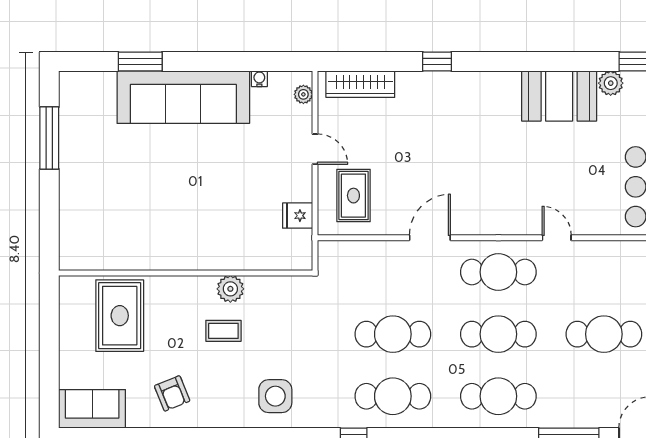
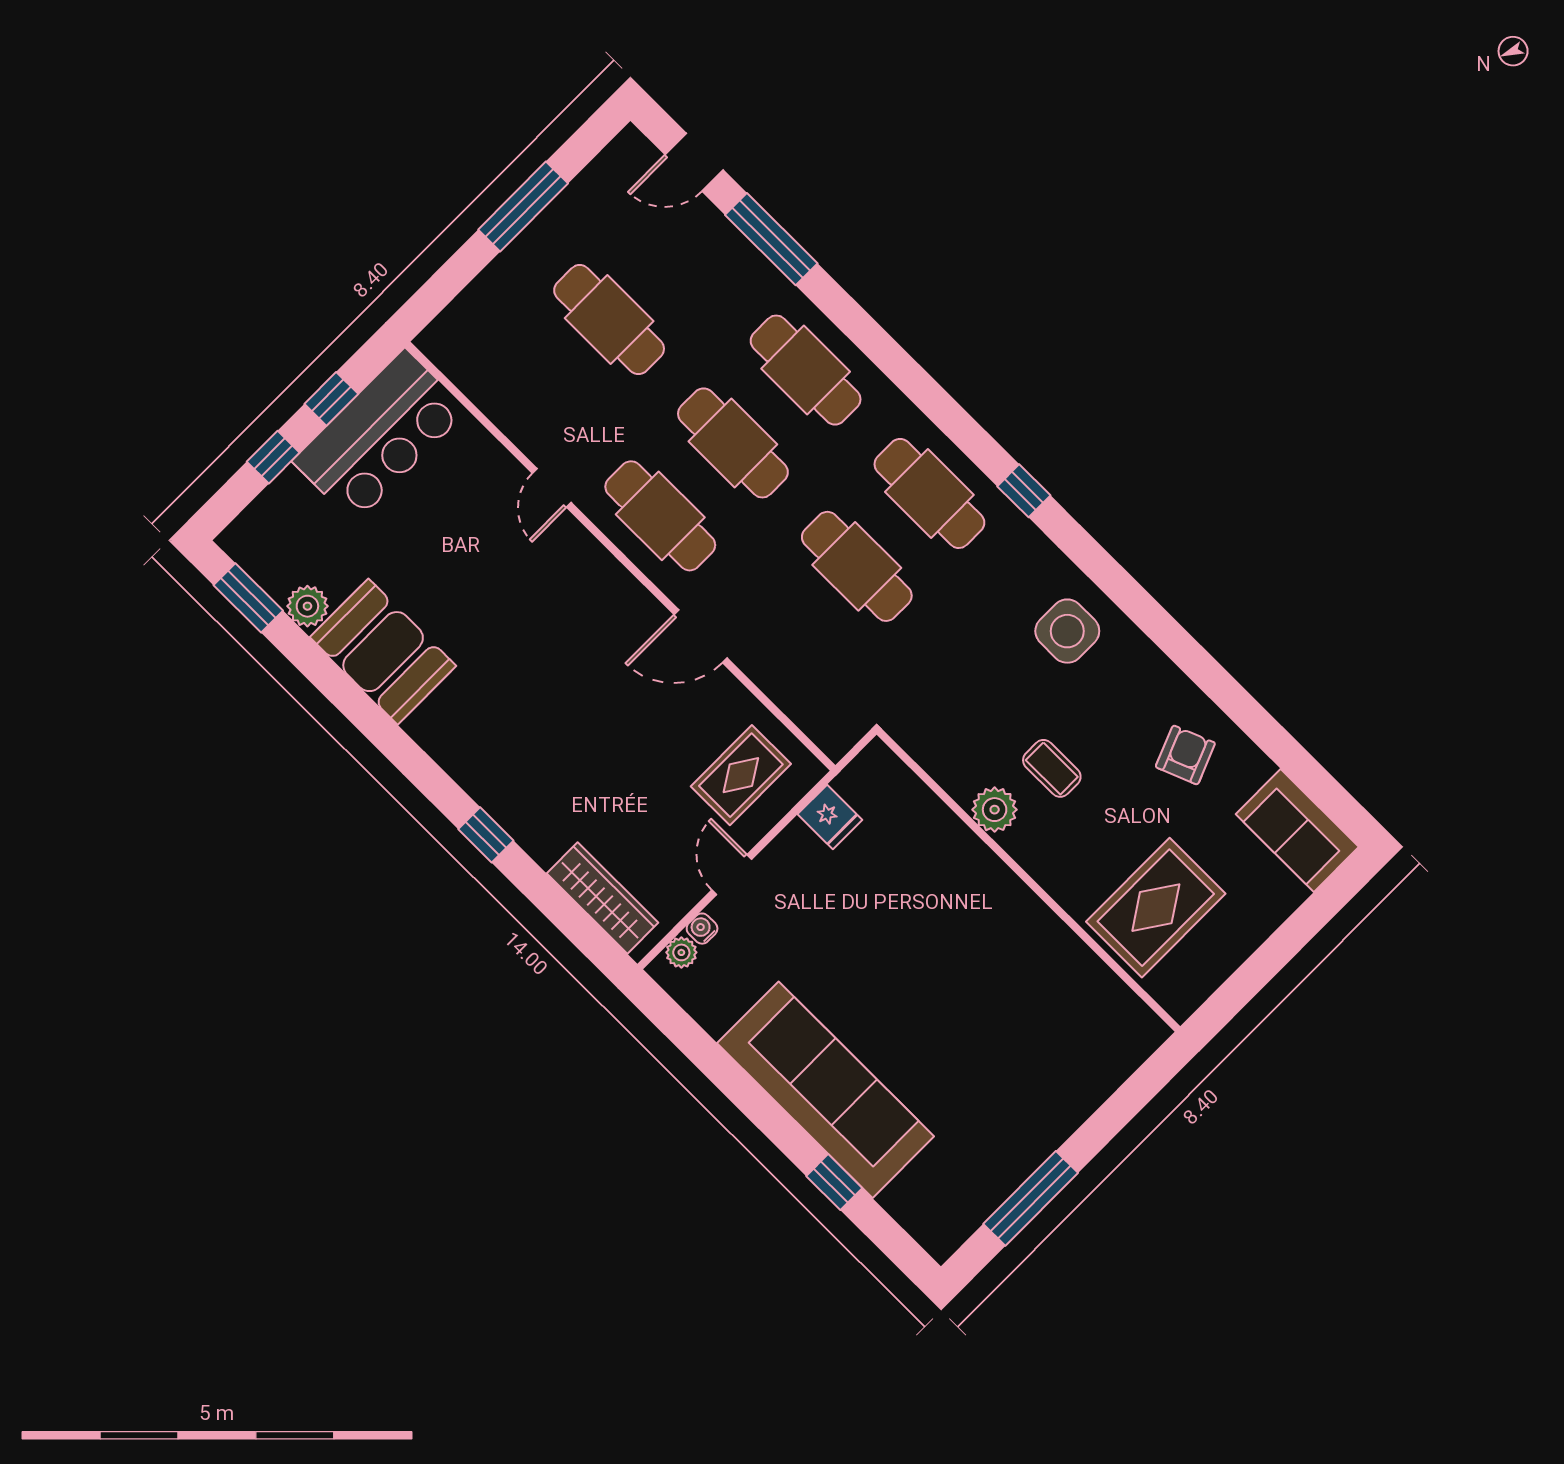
window: (140, 61) -> (834, 1182), width x0.67
water cooler: (259, 79) -> (702, 929), moved, turned 90

